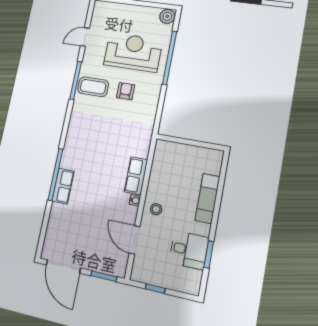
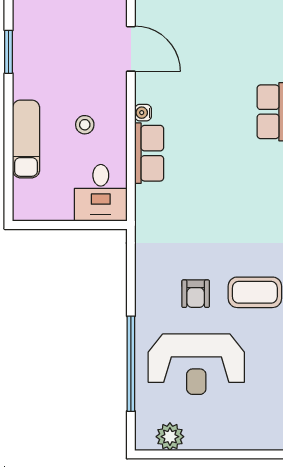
plant: (167, 16) -> (170, 437), moved
stool: (156, 209) -> (85, 125), moved
desk: (189, 250) -> (101, 193), moved, turned -90

